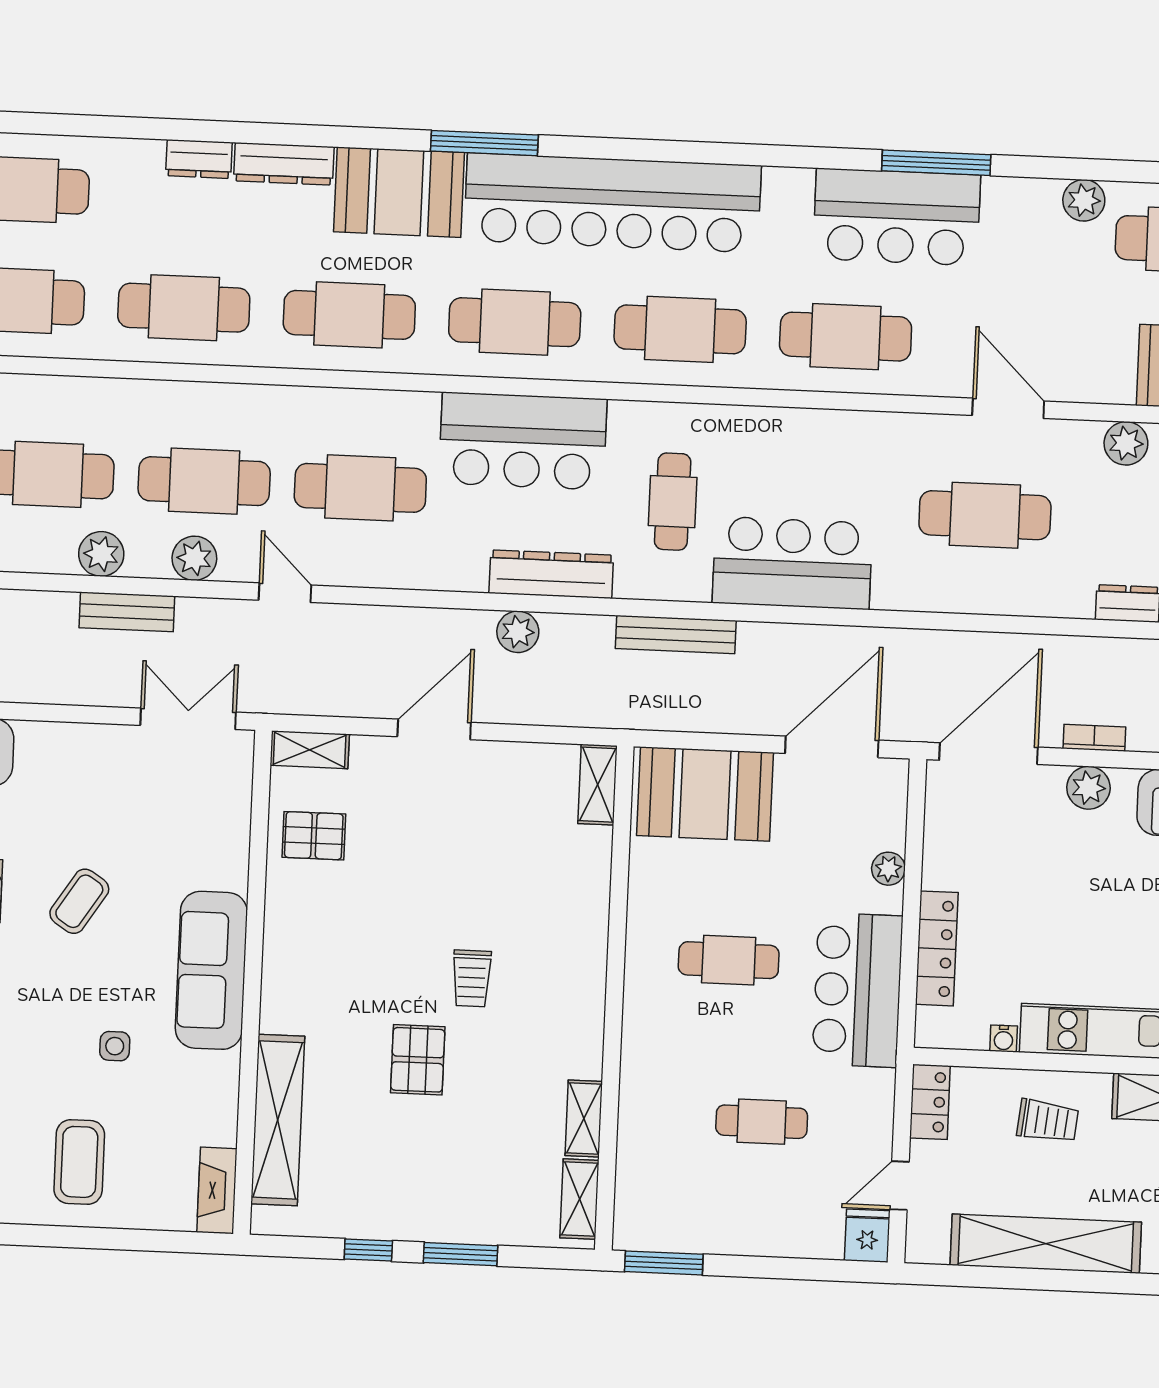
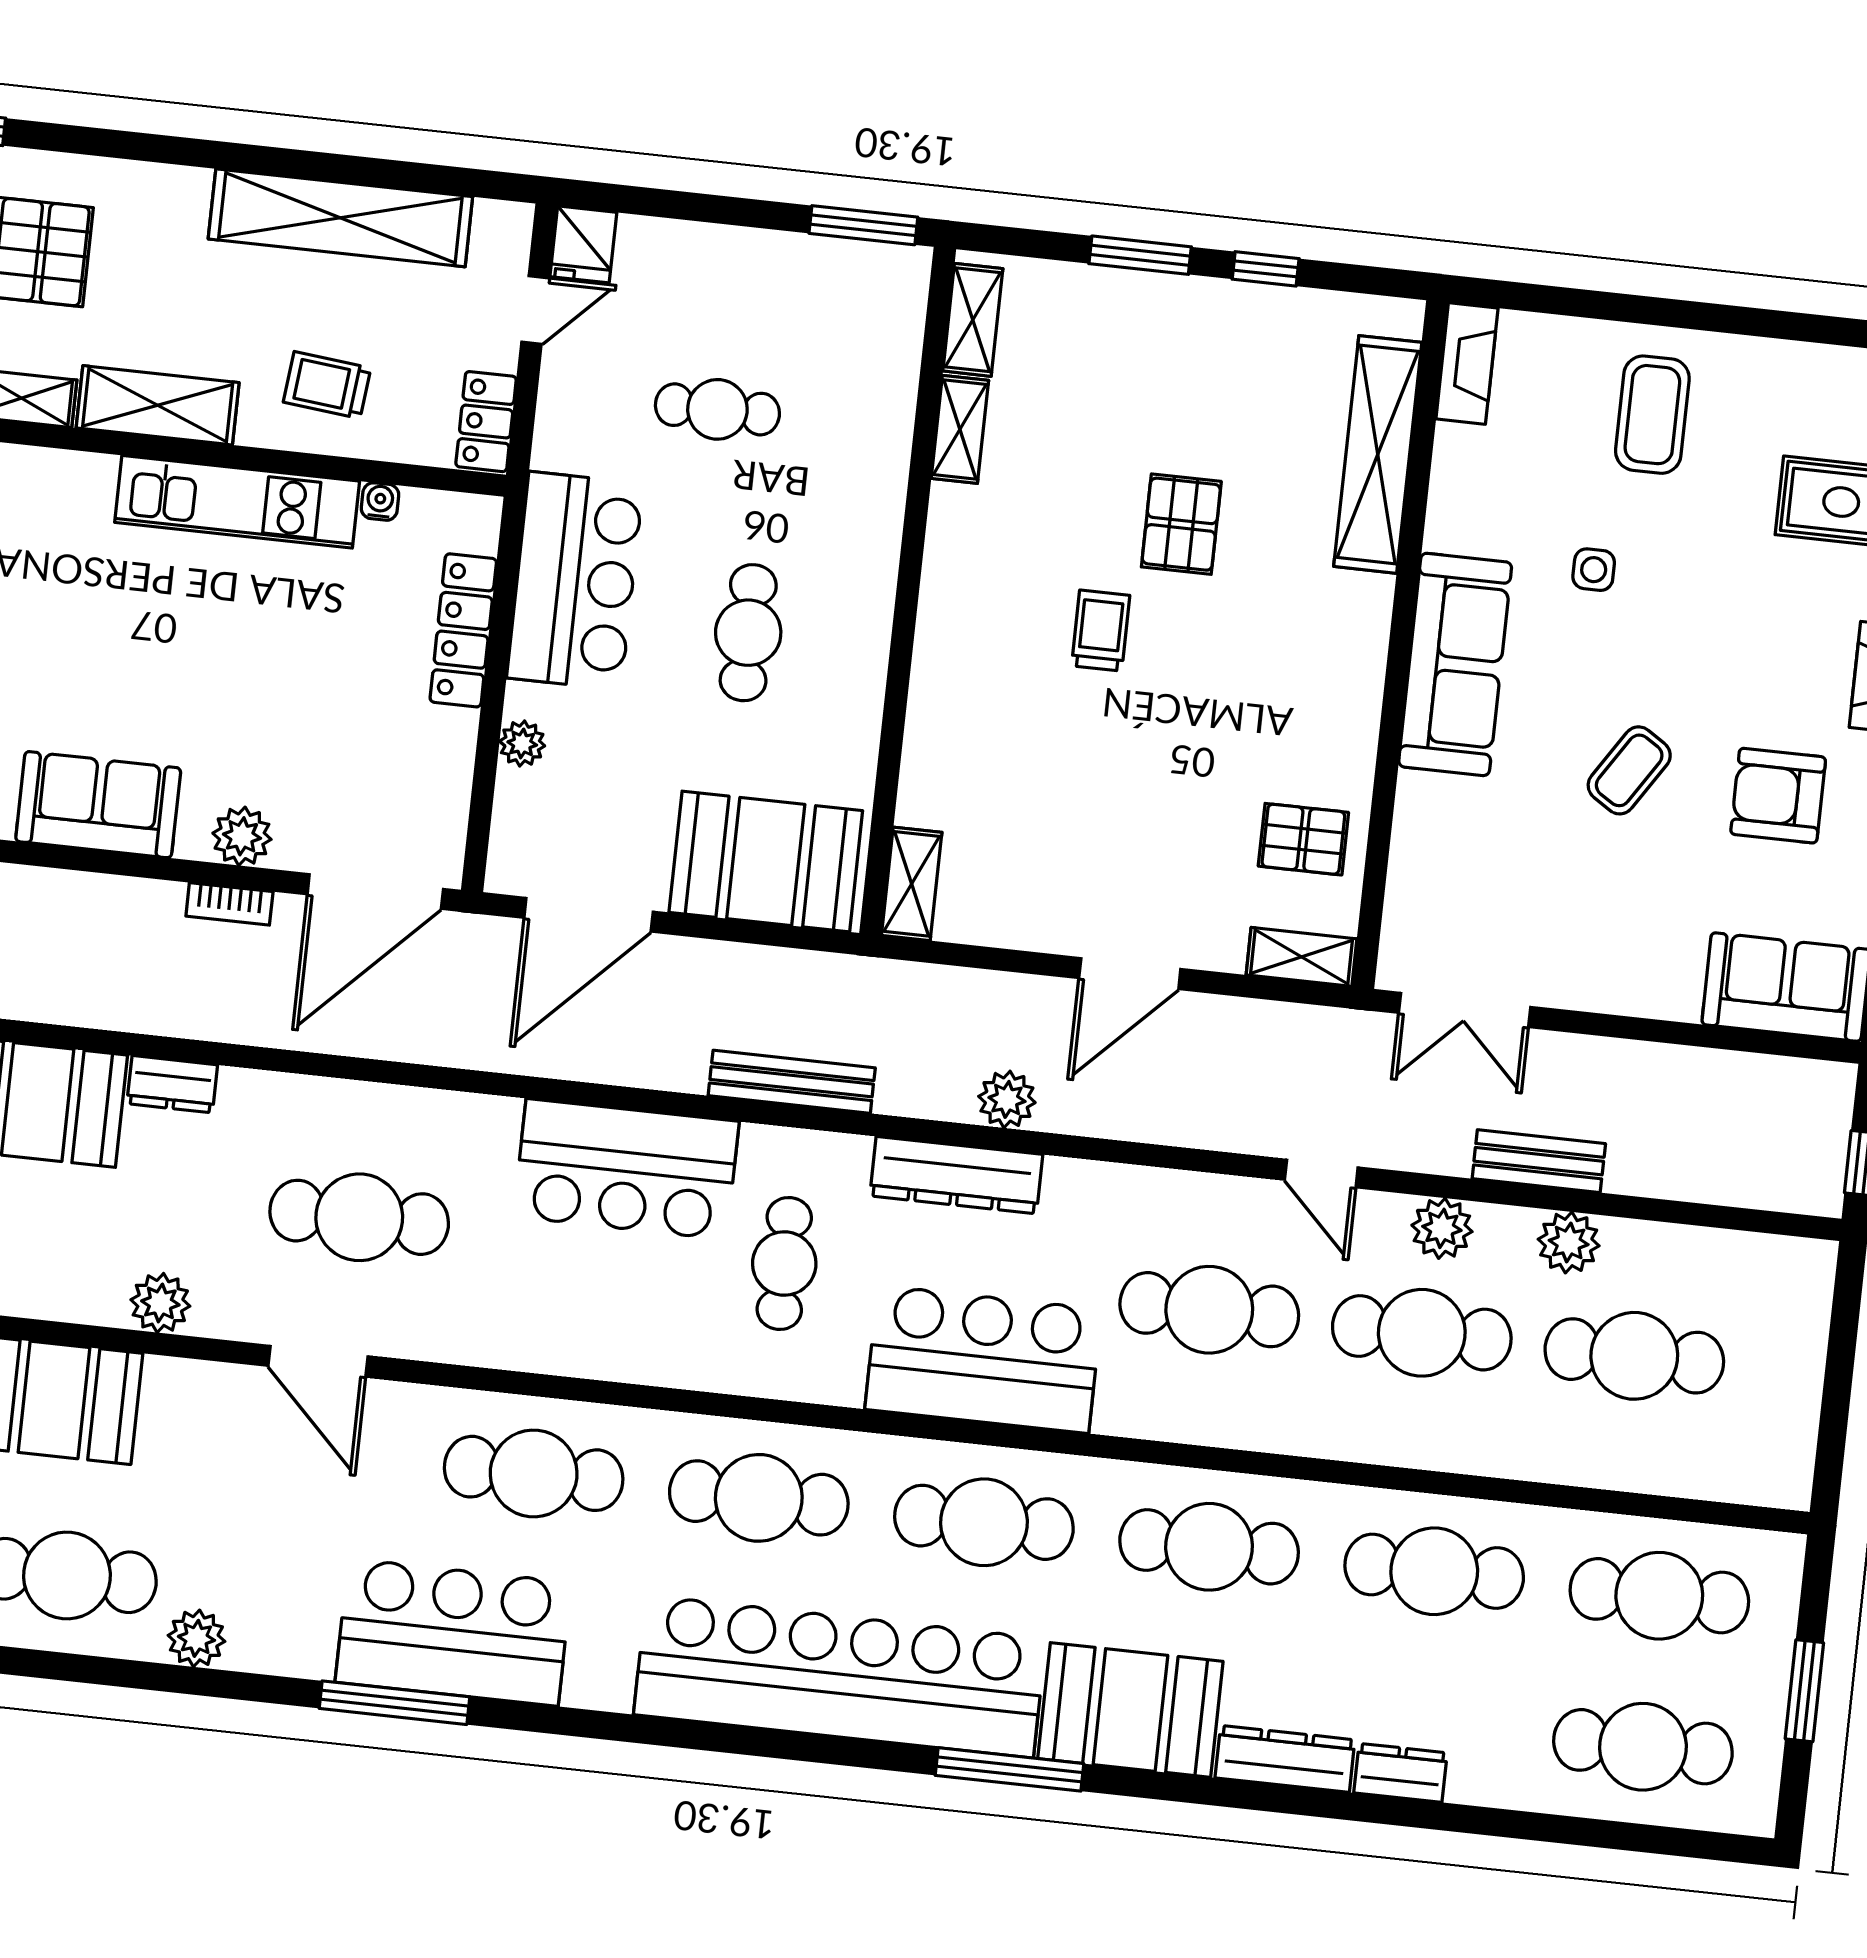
cafe table: (729, 960) -> (748, 633), turned 90

